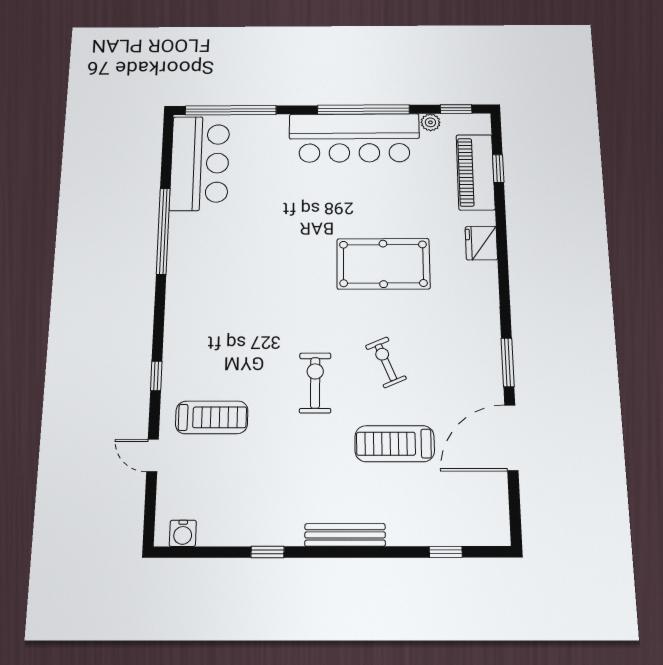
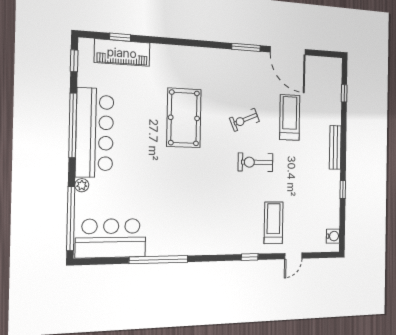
plant: (430, 122) -> (82, 185), moved
fridge: (481, 243) -> (172, 54), removed
treadmill: (395, 444) -> (290, 117), turned 180

